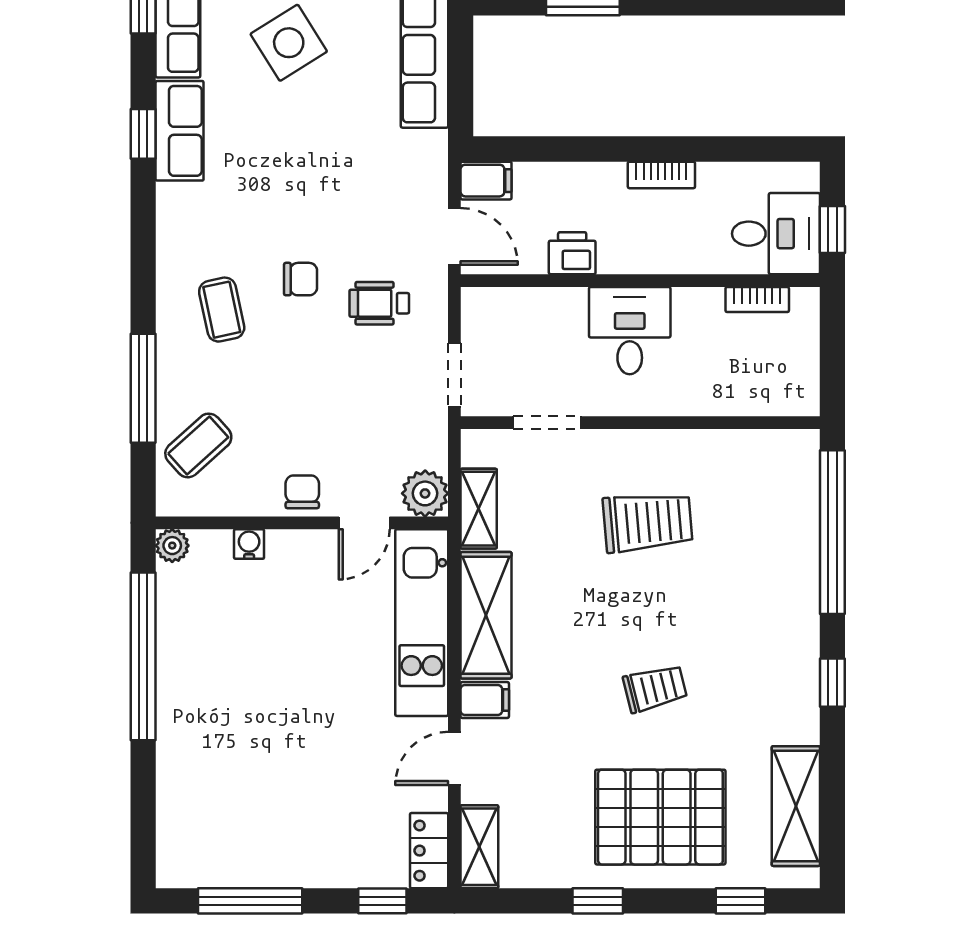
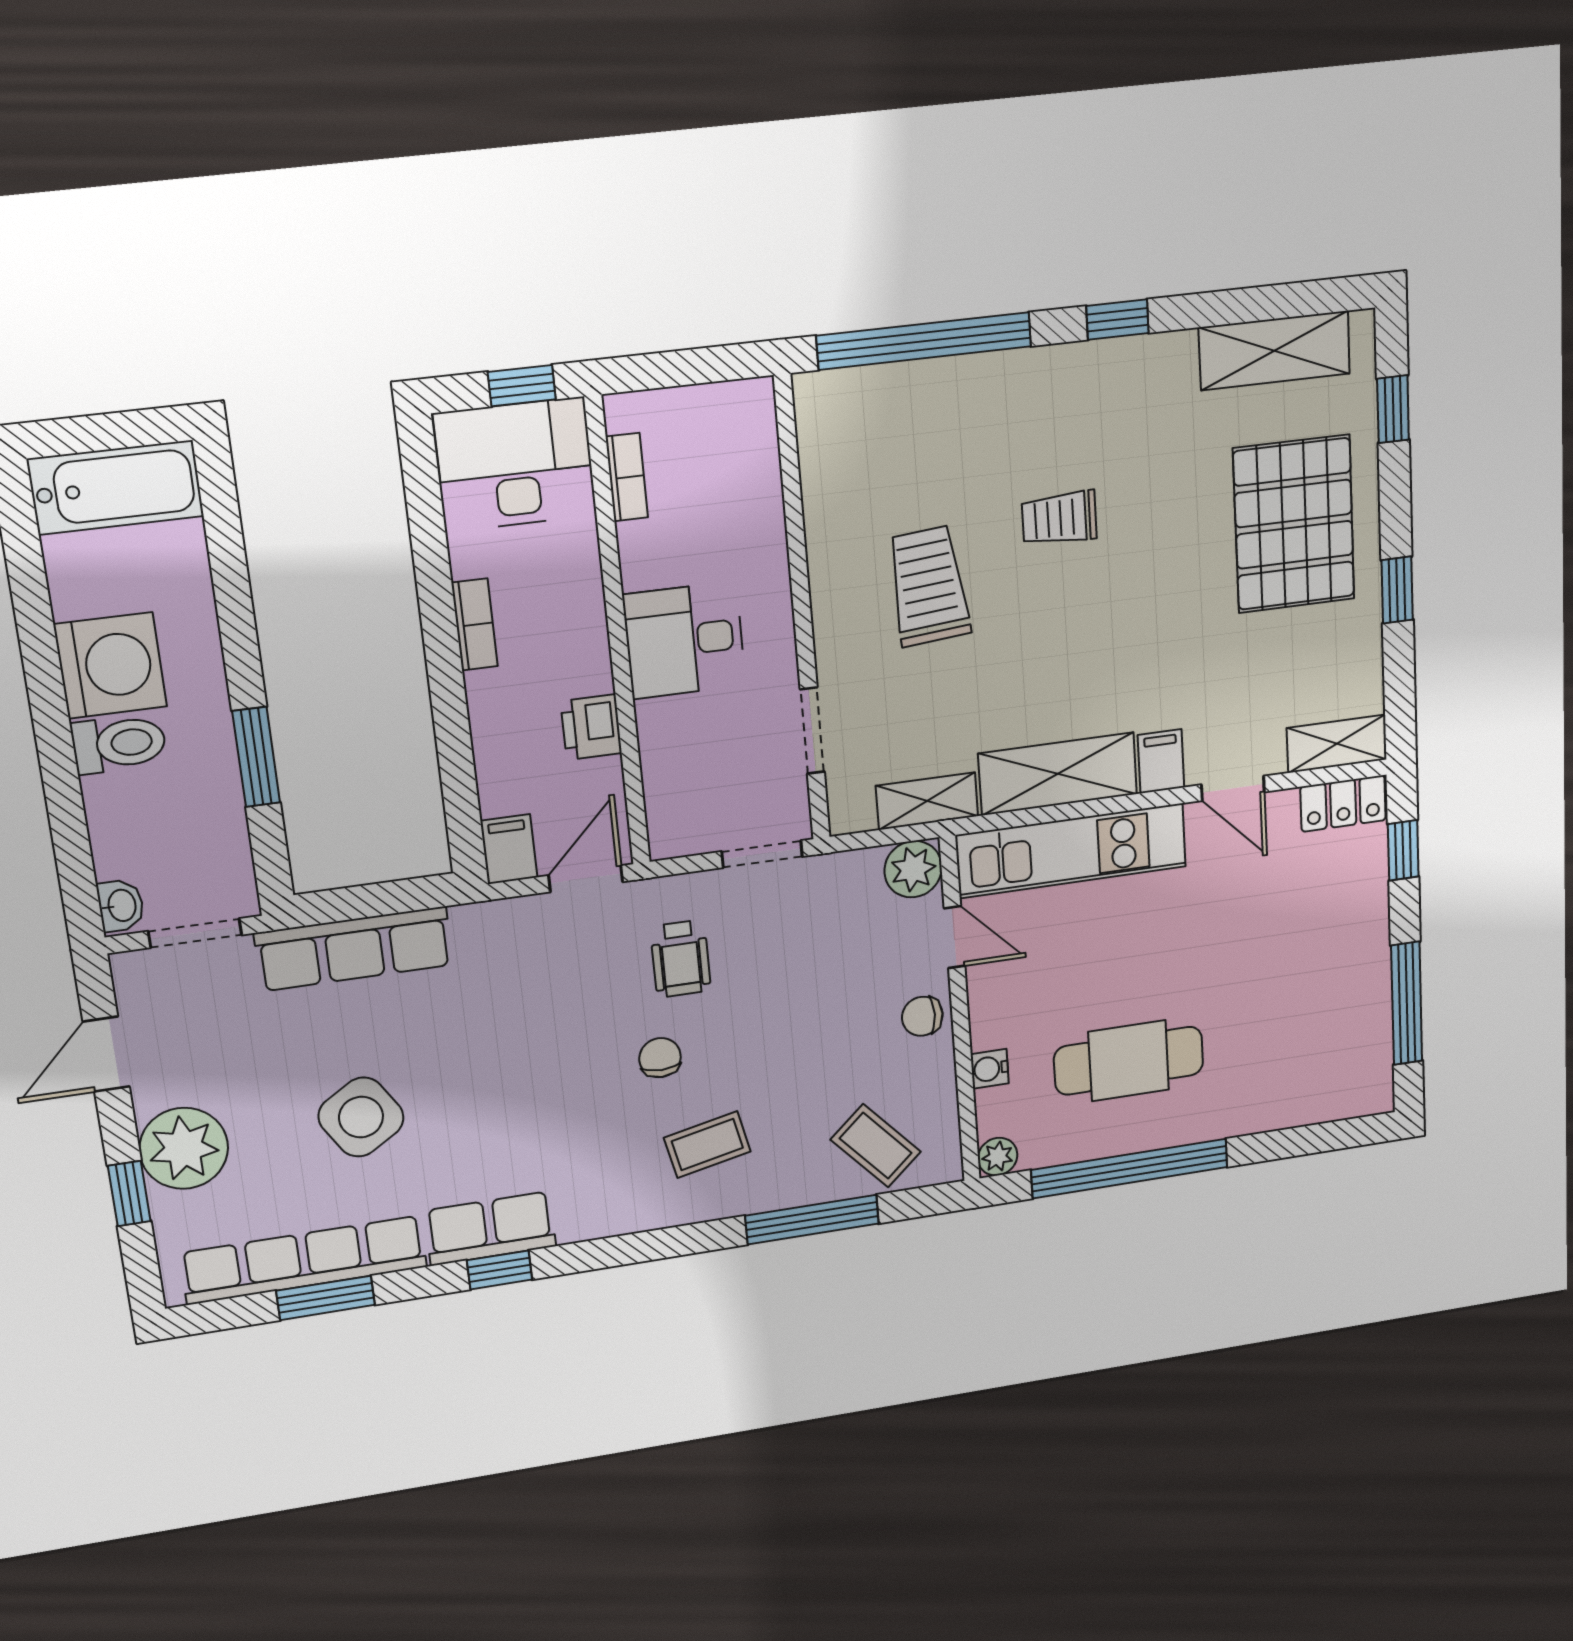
desk: (776, 234) -> (515, 464), width x1.37
cafe table: (238, 660) -> (1129, 1061), added
trolley: (655, 688) -> (1059, 518), moved, turned -76

